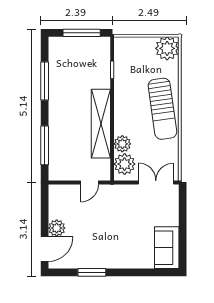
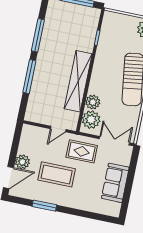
window: (45, 145) -> (29, 77), moved
rug: (121, 202) -> (82, 151), added
coffee table: (98, 234) -> (57, 174), added
sofa: (167, 248) -> (115, 183), moved

